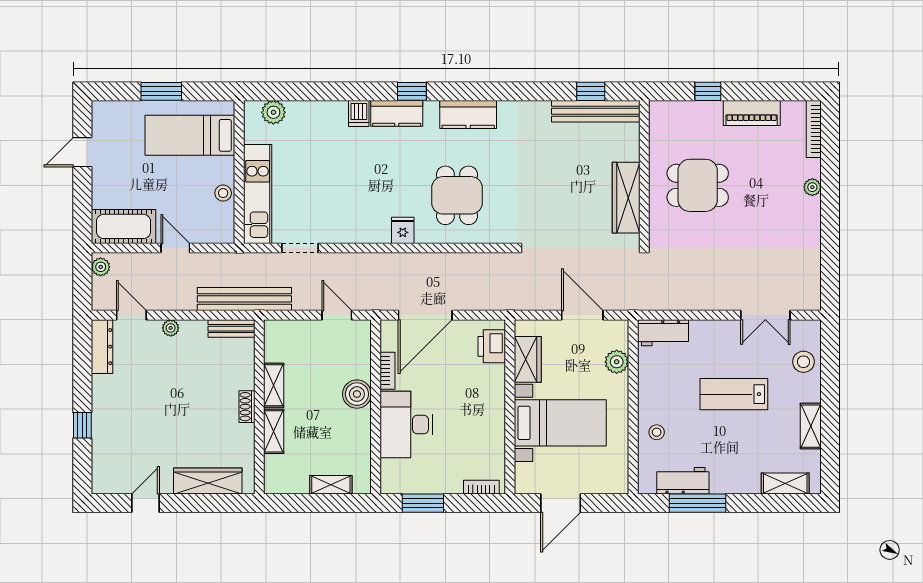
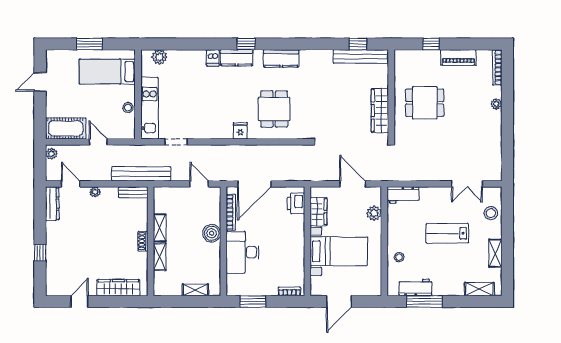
bookcase: (388, 371) -> (231, 212), width x1.56

